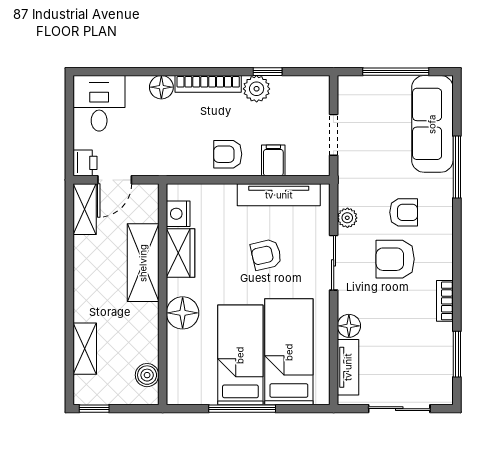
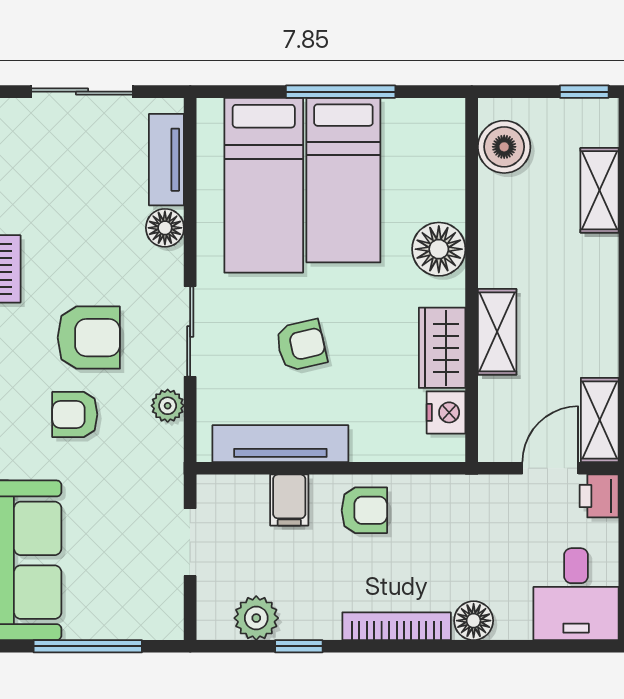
plant: (257, 89) -> (256, 618), moved
shelving: (143, 263) -> (497, 332), width x0.67, depth x0.75
boiler: (147, 375) -> (504, 147), width x1.36, depth x1.36

